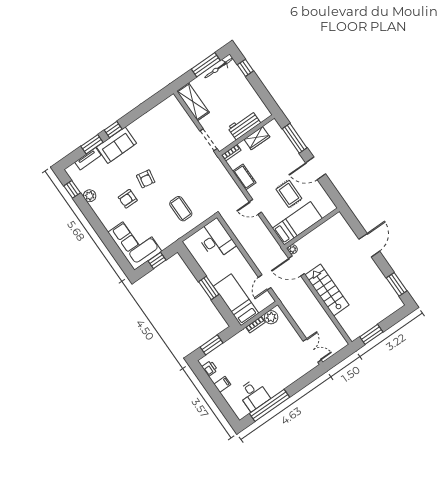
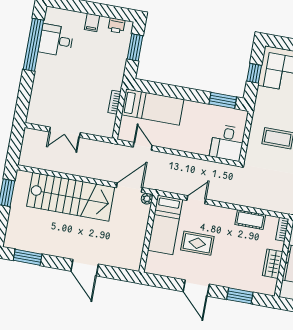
window: (295, 138) -> (240, 296), width x0.69
door: (316, 168) -> (196, 288), swing flipped
door: (255, 207) -> (196, 200), moved
desk: (216, 239) -> (227, 143), width x0.73
window: (209, 288) -> (223, 100), moved
stairs: (327, 290) -> (71, 197), width x1.36, depth x1.51
plant: (271, 317) -> (107, 122), removed
double door: (312, 351) -> (65, 132), moved

